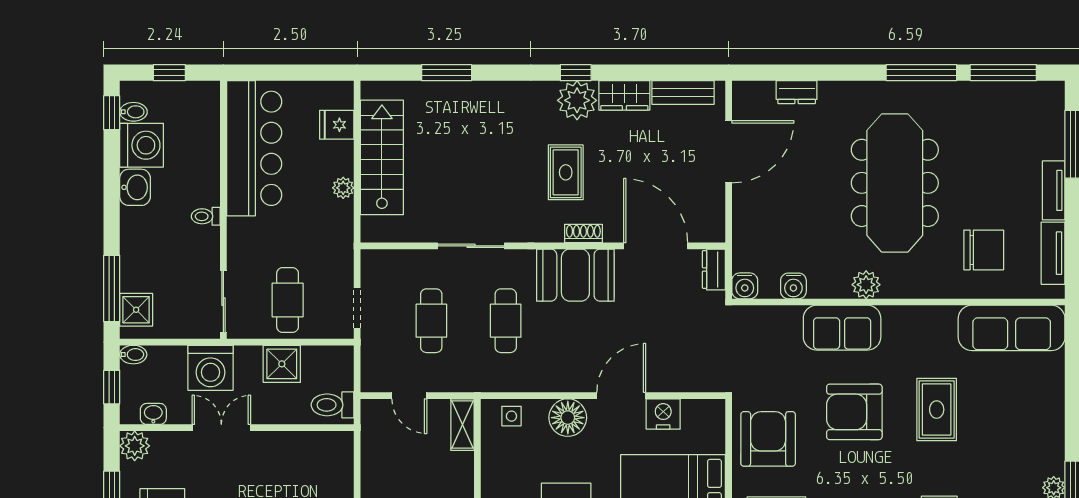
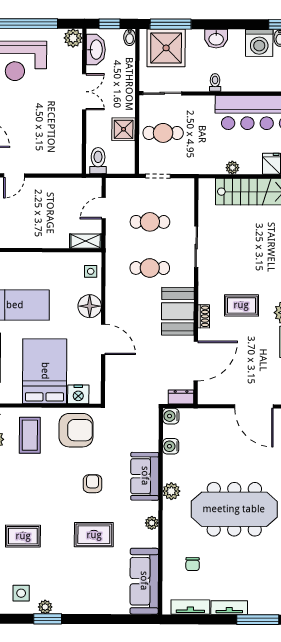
washbasin: (135, 187) -> (216, 39), moved
chair: (984, 250) -> (193, 564), width x0.54, depth x0.54
shower: (136, 310) -> (166, 48), width x1.86, depth x1.86
plant: (917, 316) -> (152, 523), added
washing machine: (210, 368) -> (121, 85), removed
armchair: (854, 412) -> (93, 484), width x0.53, depth x0.53
washbasin: (153, 414) -> (96, 50), width x1.91, depth x1.45
nightstand: (663, 414) -> (78, 394), moved, turned 90

